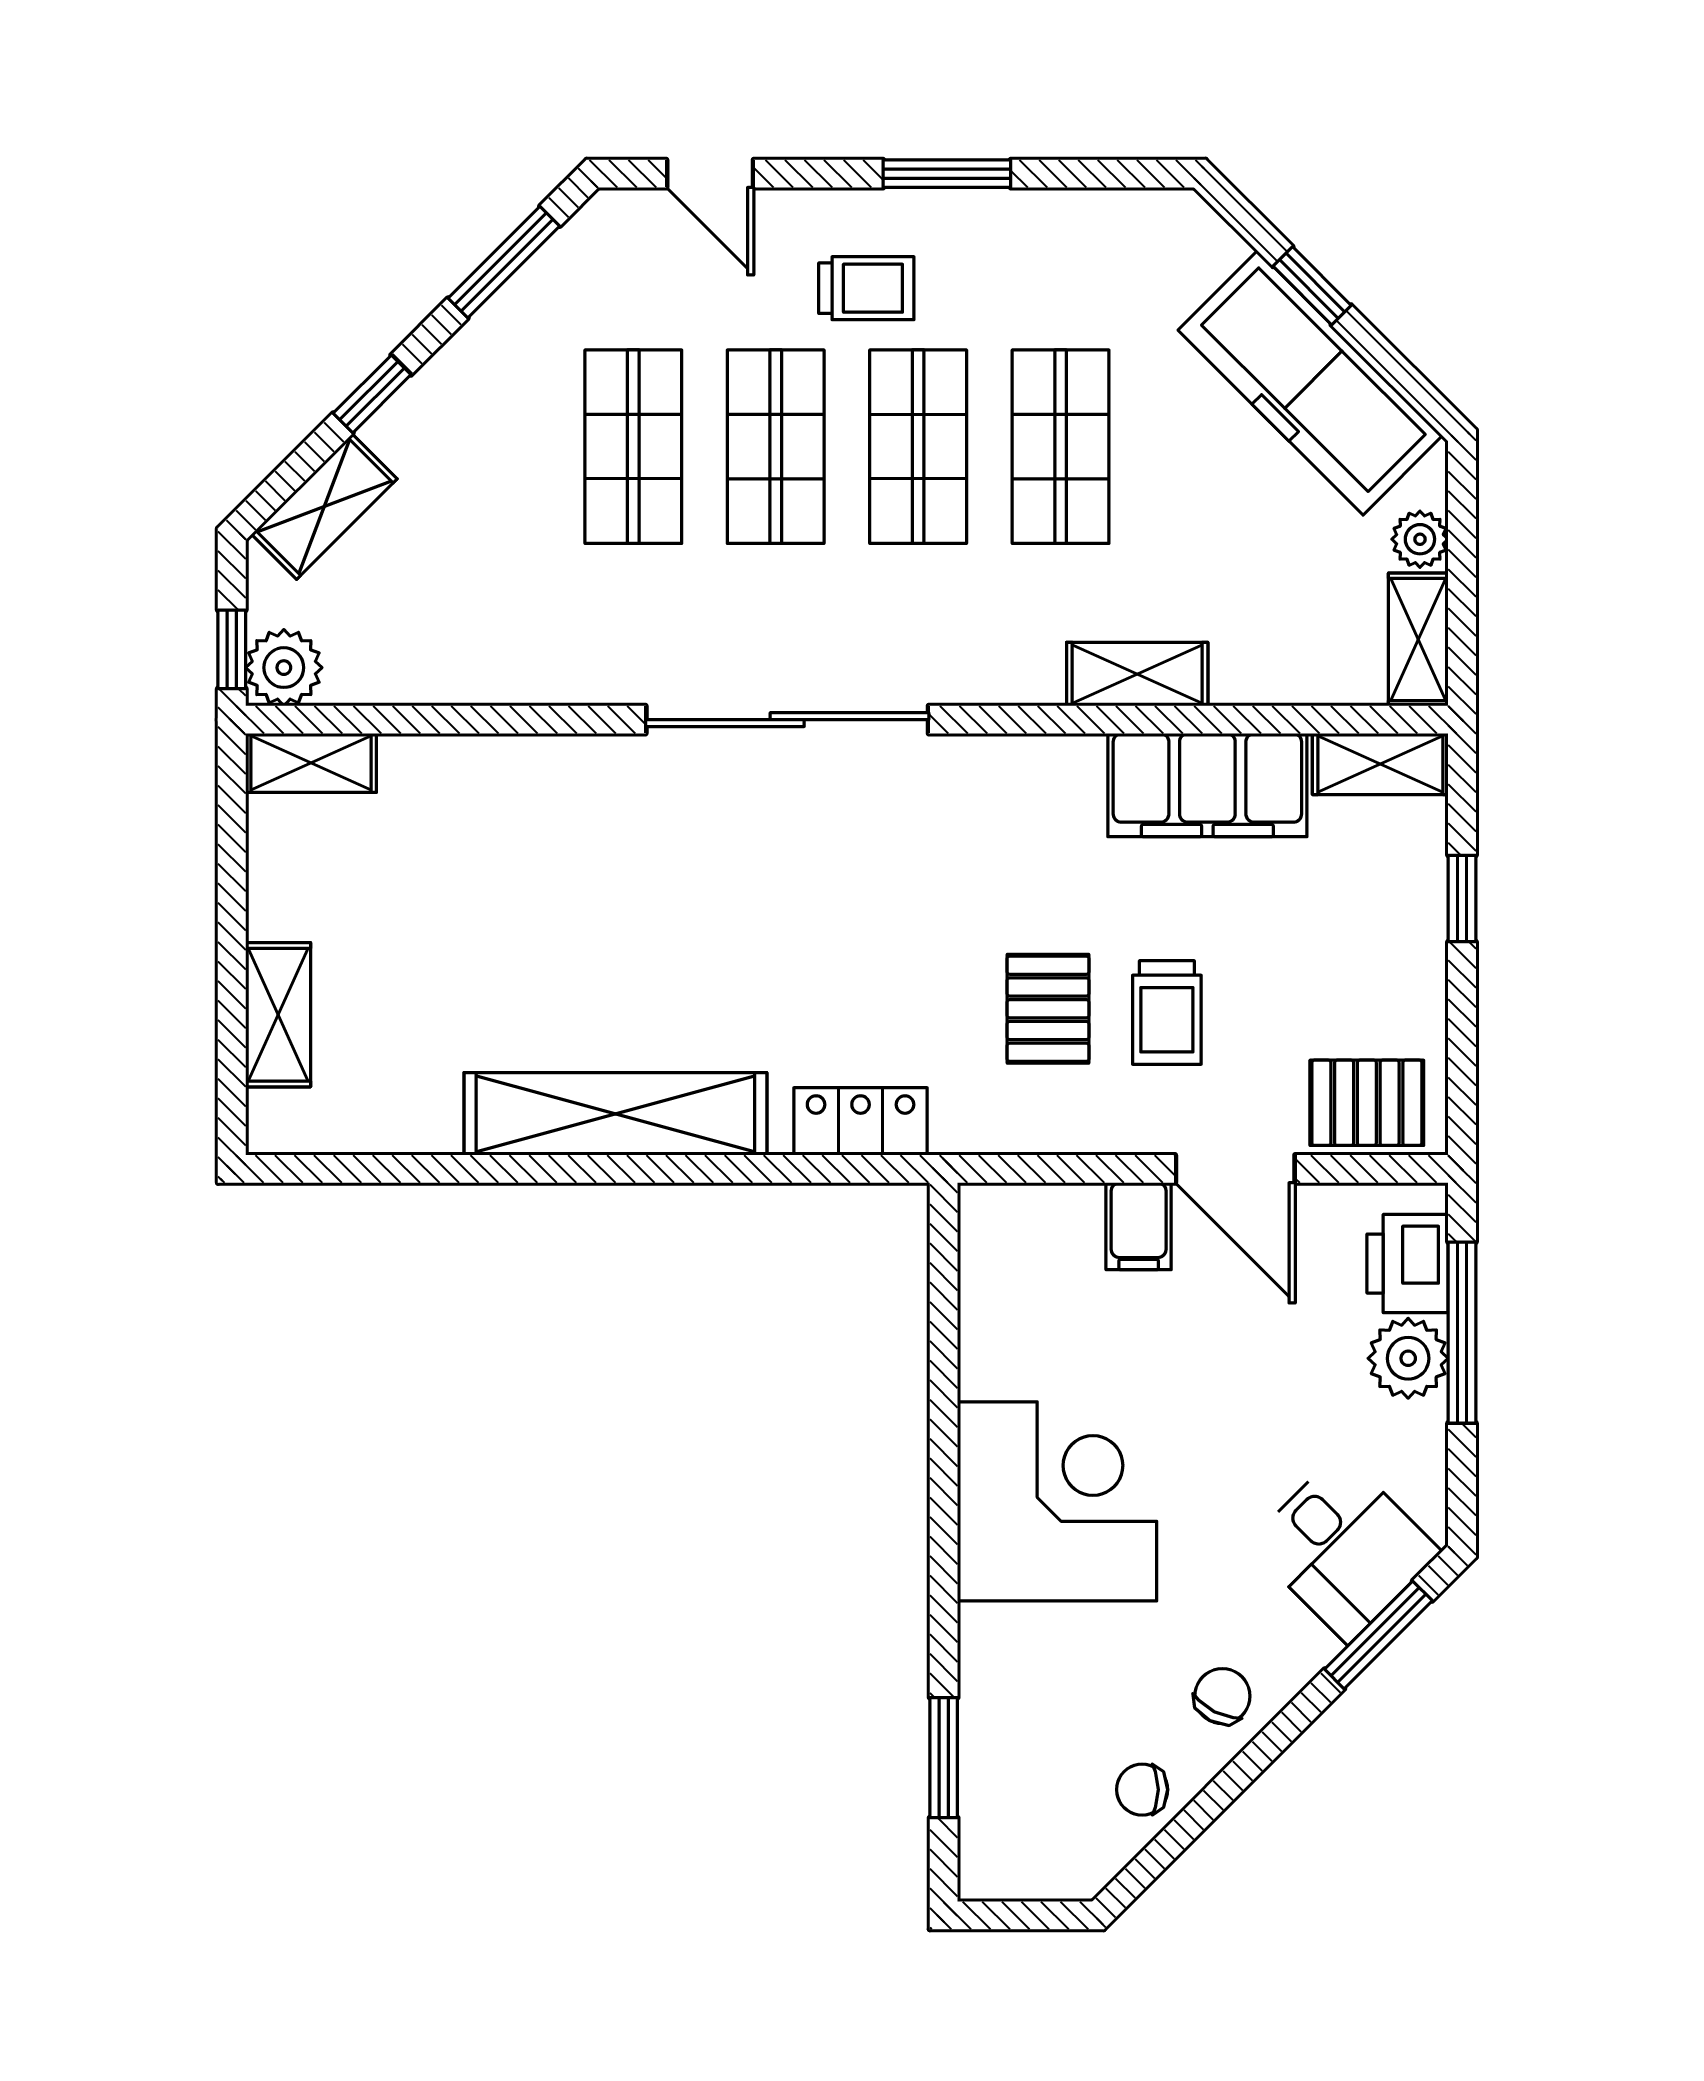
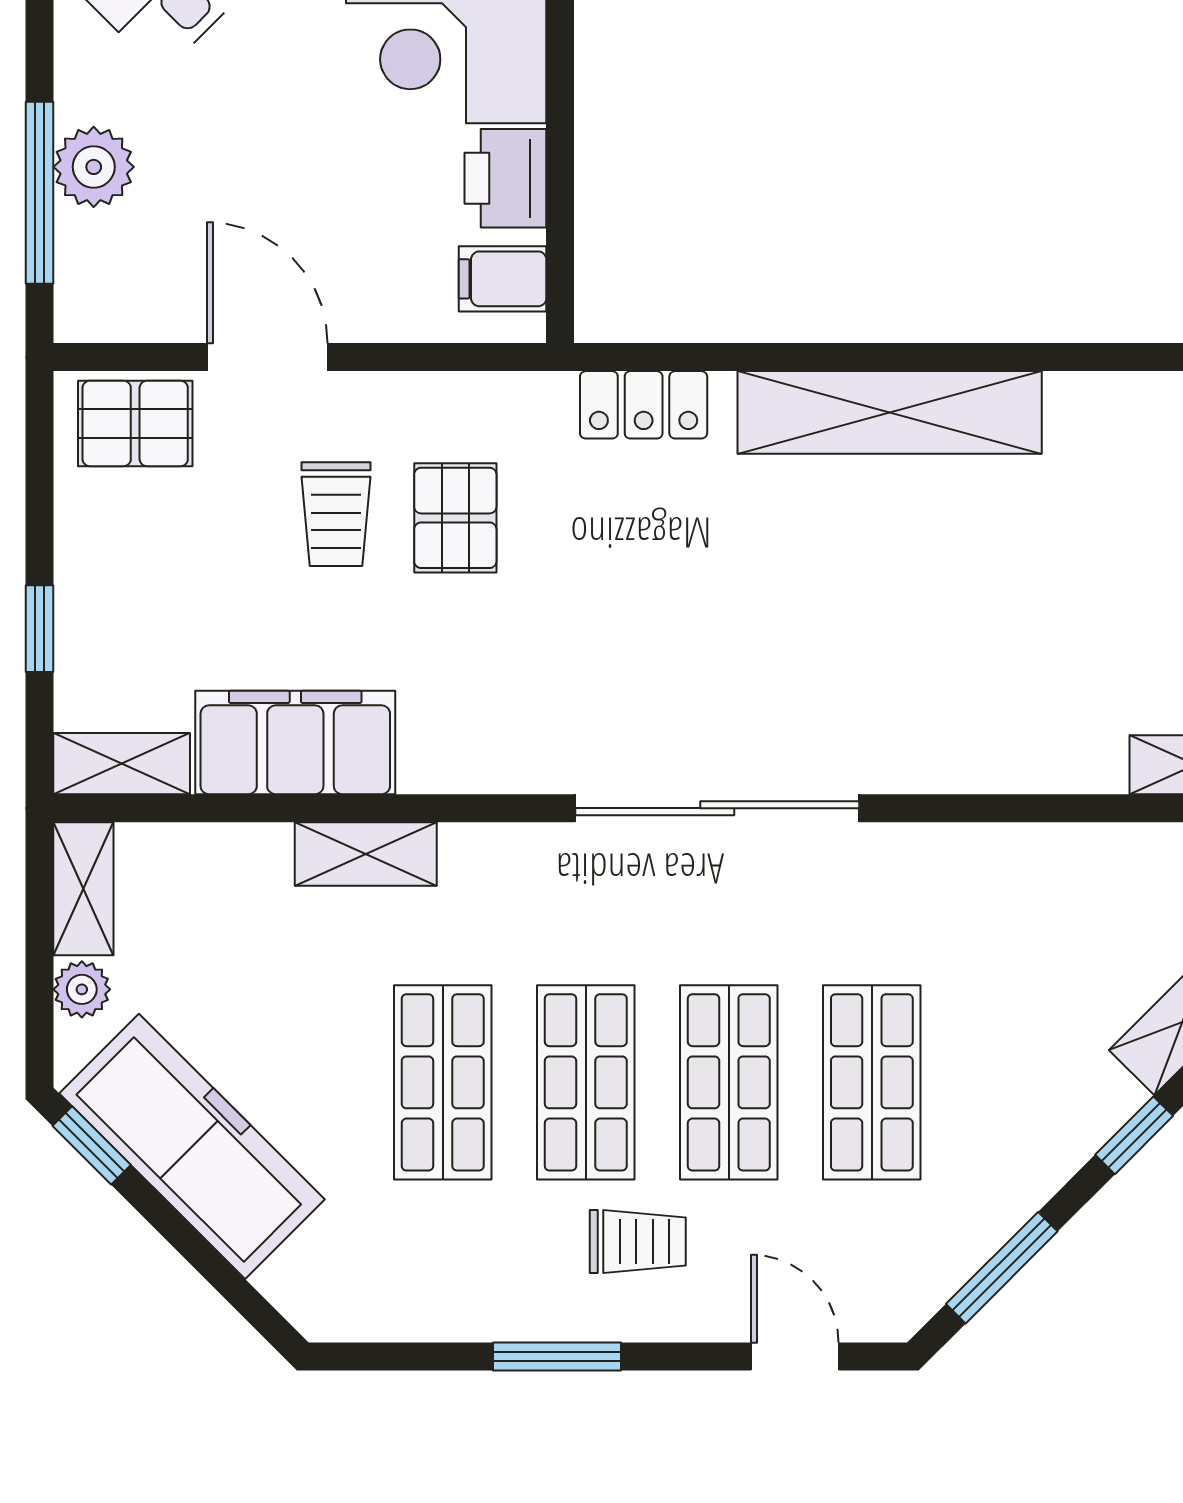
window: (1312, 286) -> (92, 1145), moved
trolley: (866, 288) -> (638, 1242), turned 180
trolley: (1167, 1012) -> (336, 514), turned 180
filing cabinet: (1139, 1226) -> (503, 279), moved, turned -90
printer: (1408, 1264) -> (505, 178), moved, turned 180

